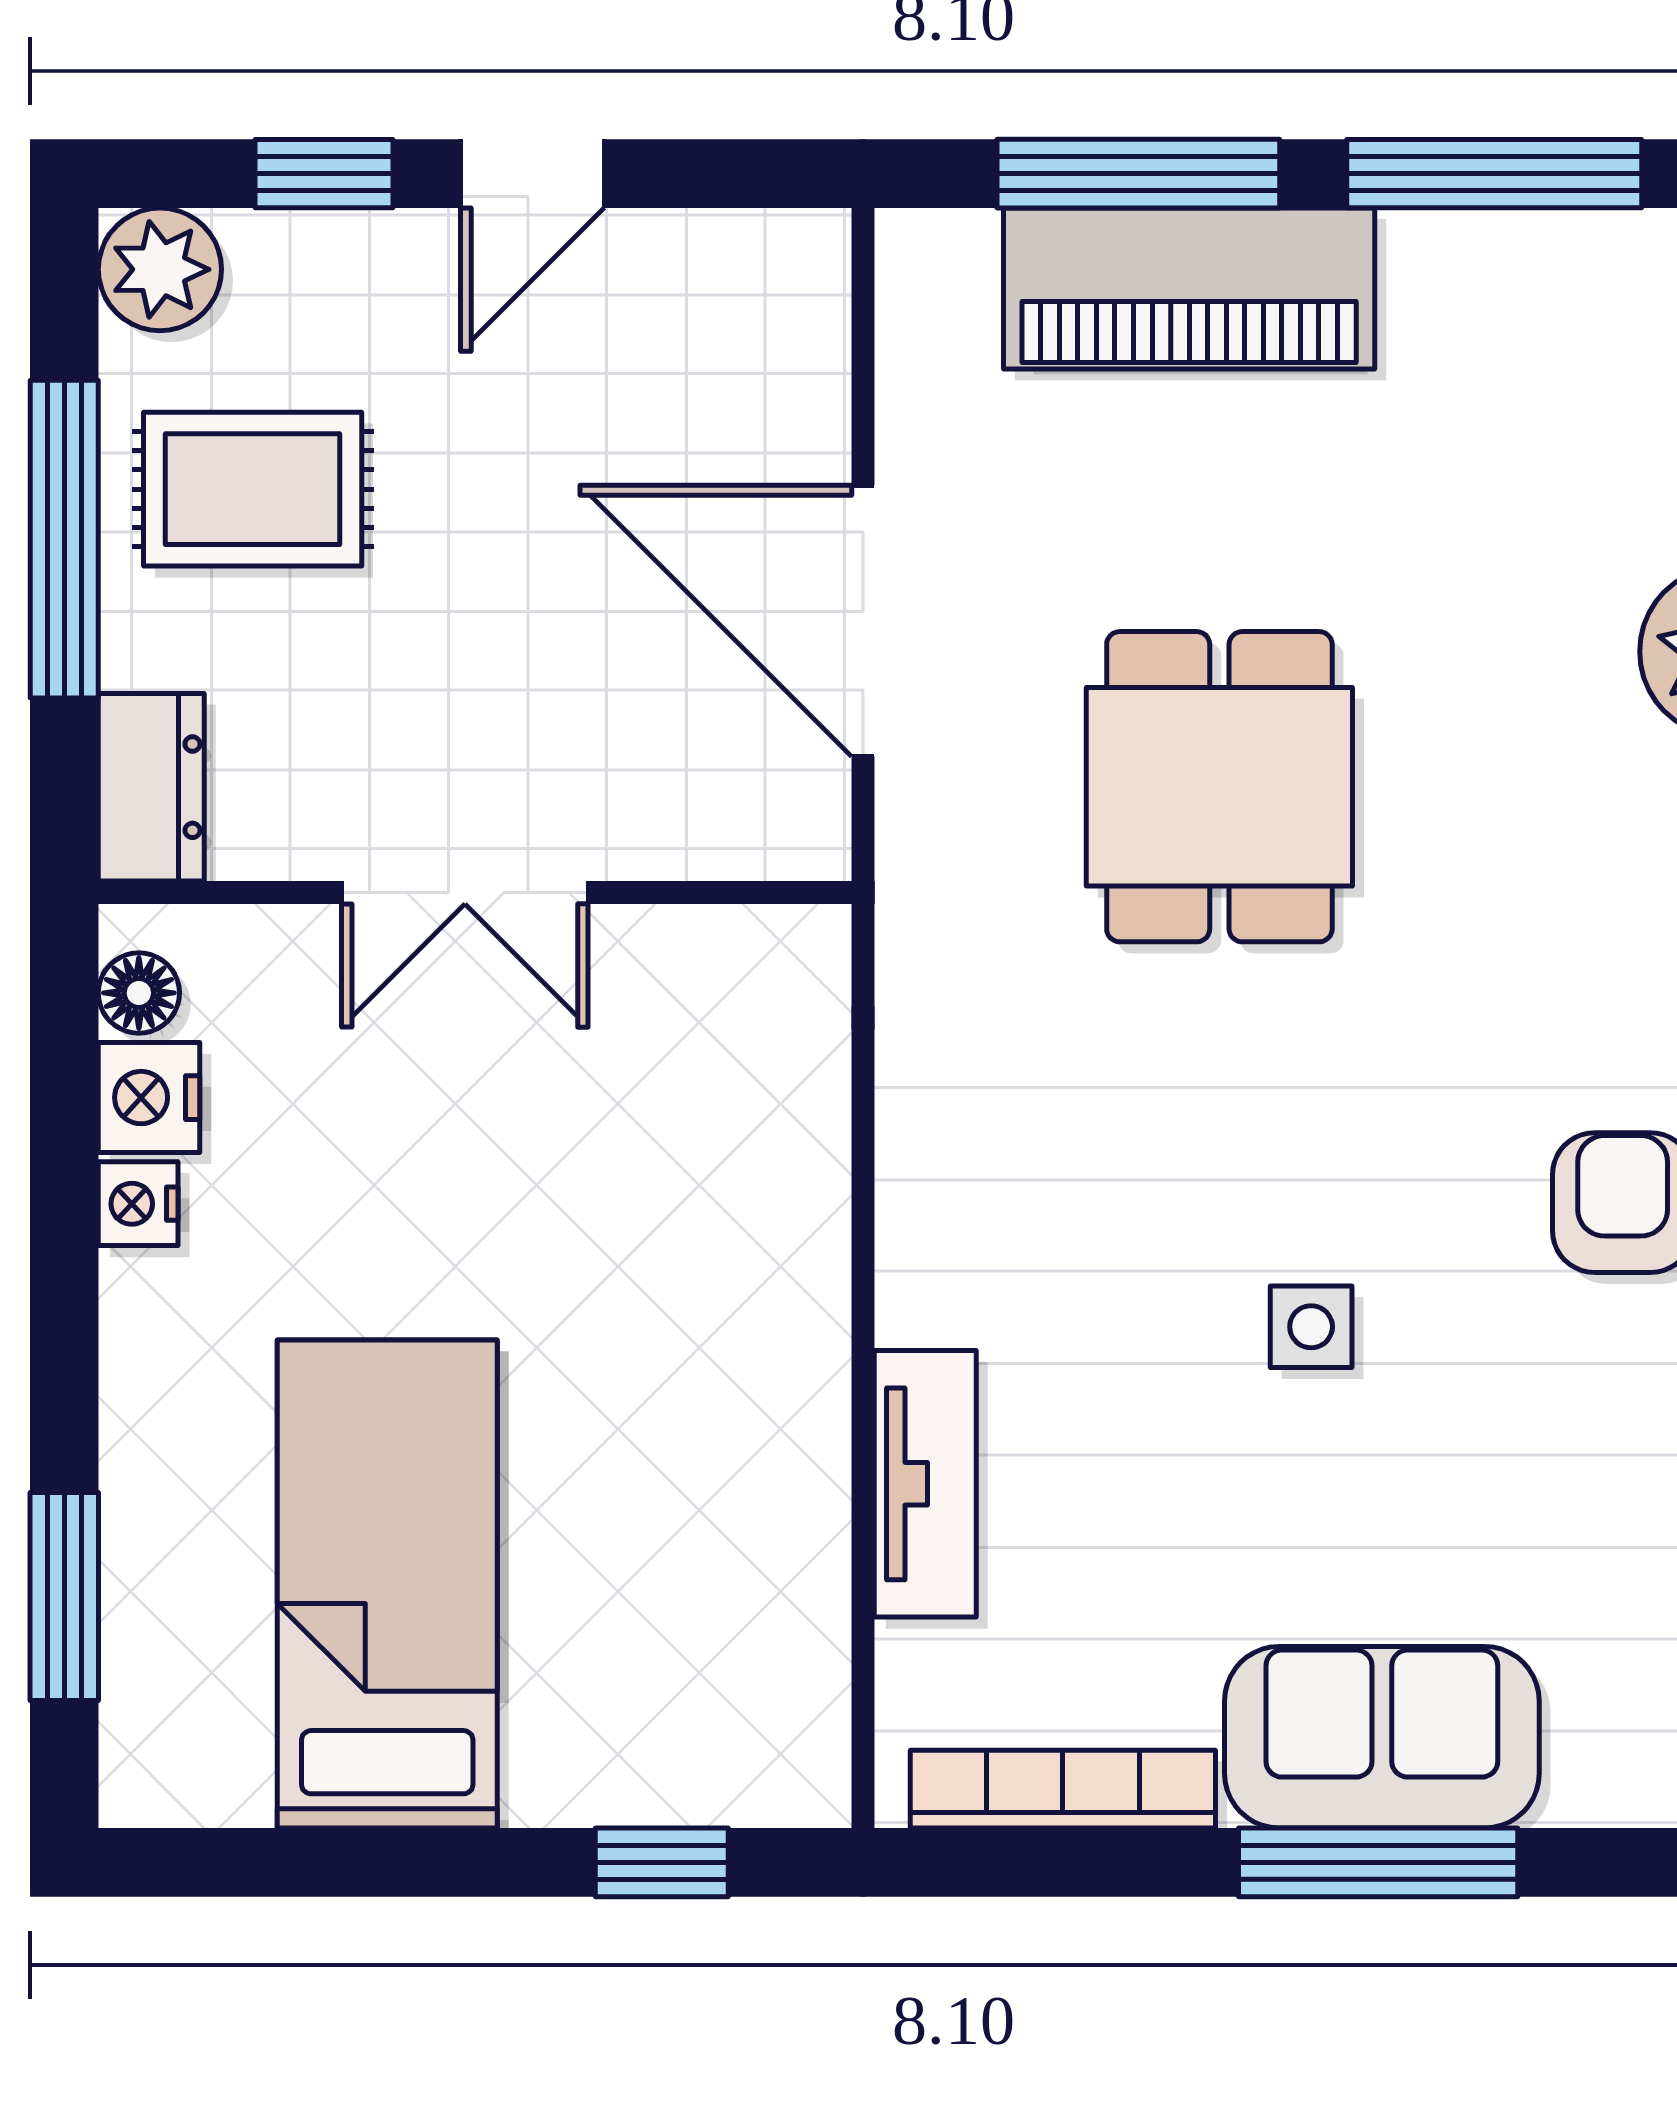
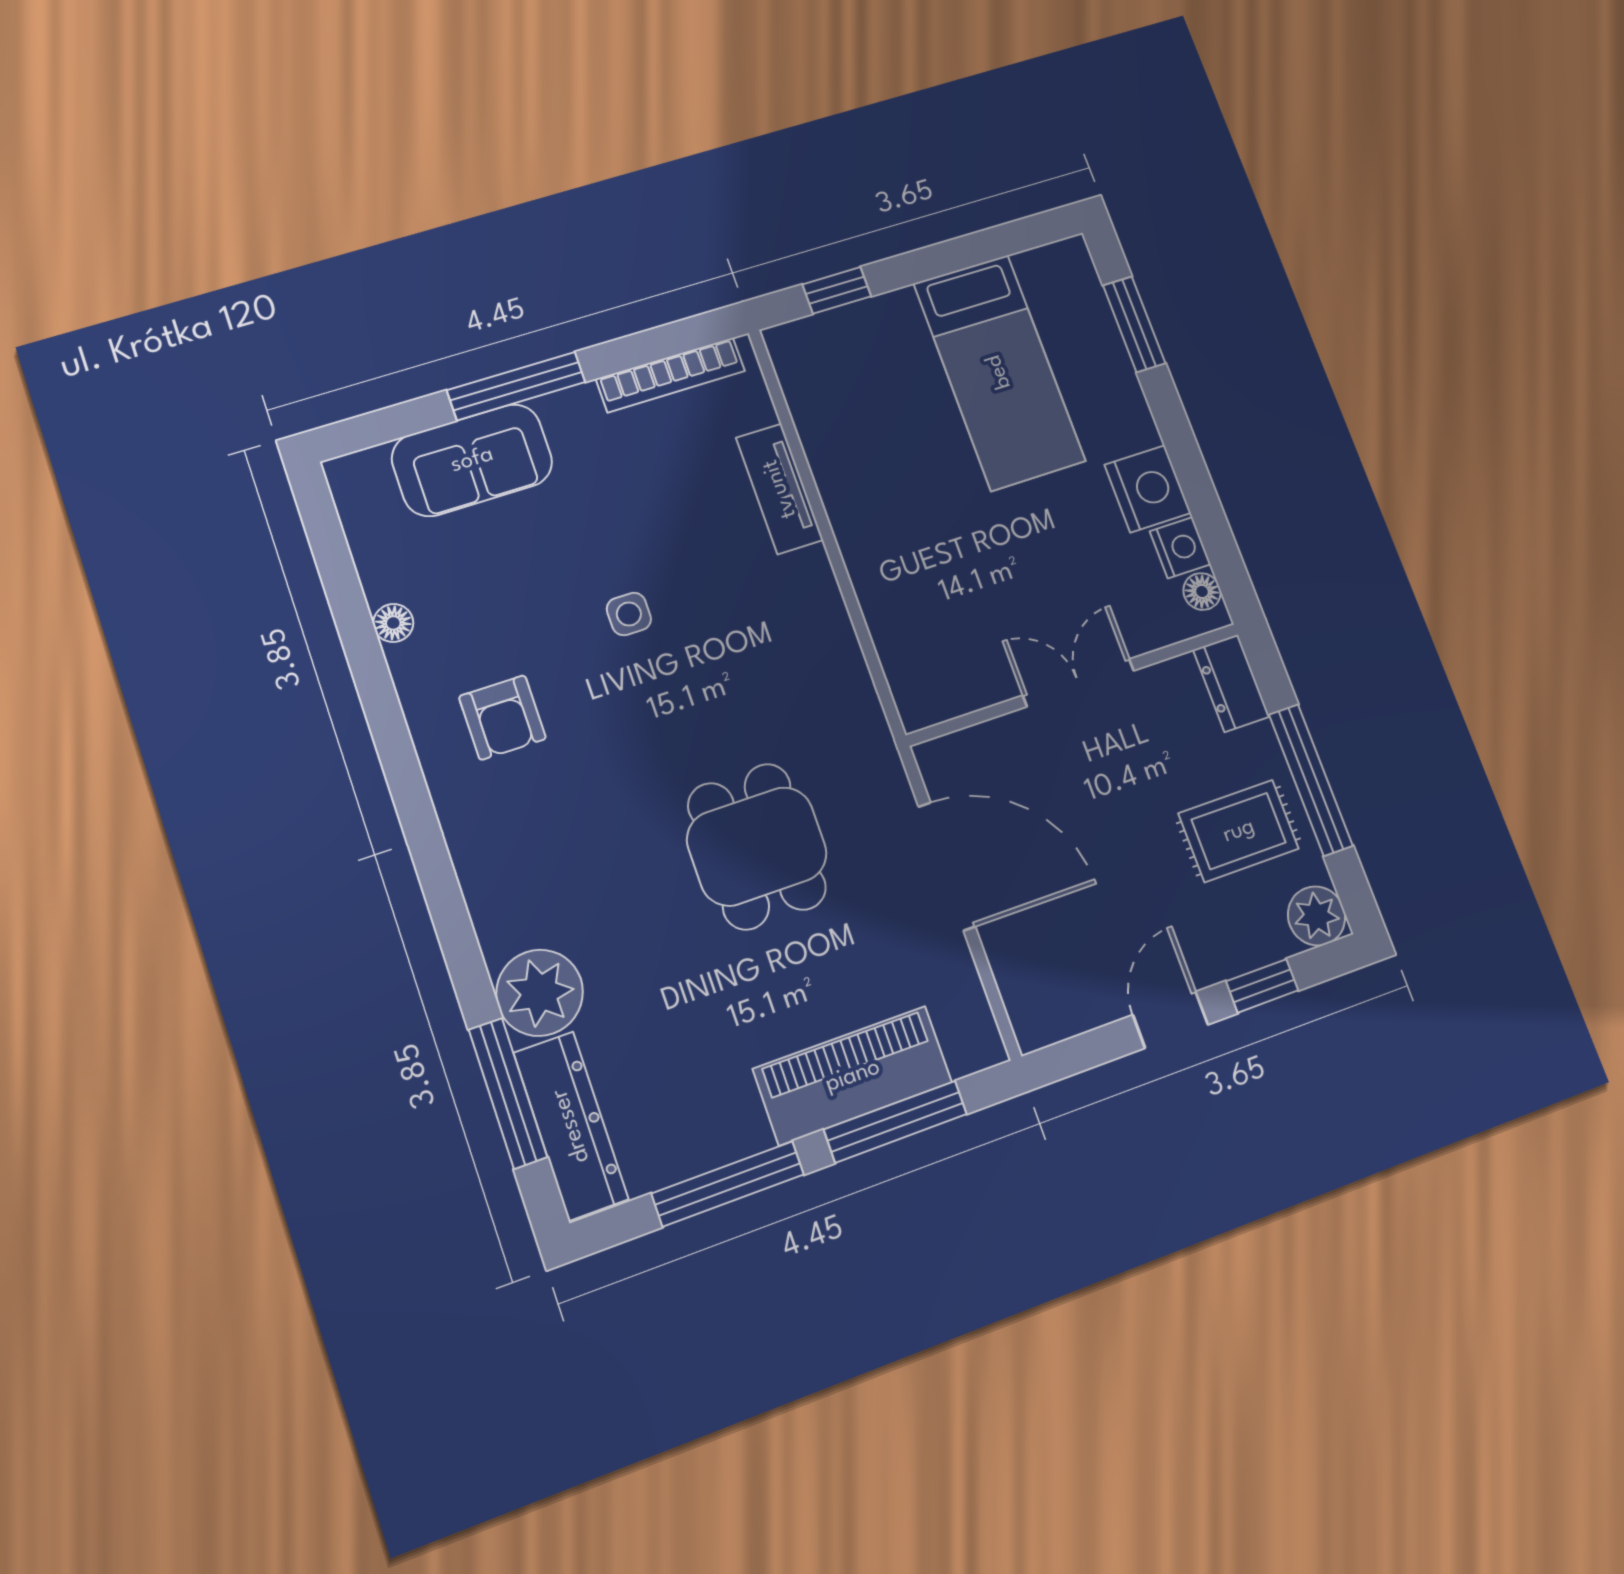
nightstand: (138, 1204) -> (1148, 489), width x1.89, depth x1.79
sofa: (1382, 1737) -> (472, 460), moved

